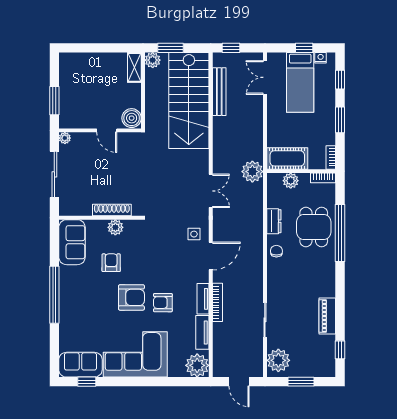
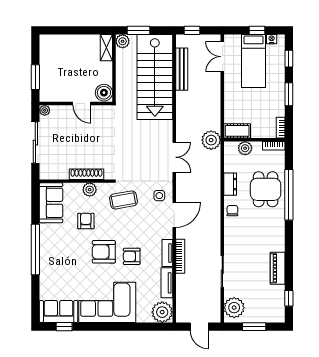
cot: (287, 158) -> (237, 131), width x0.73, depth x0.75
coffee table: (154, 239) -> (123, 200), added
armchair: (131, 297) -> (104, 252), turned 180

